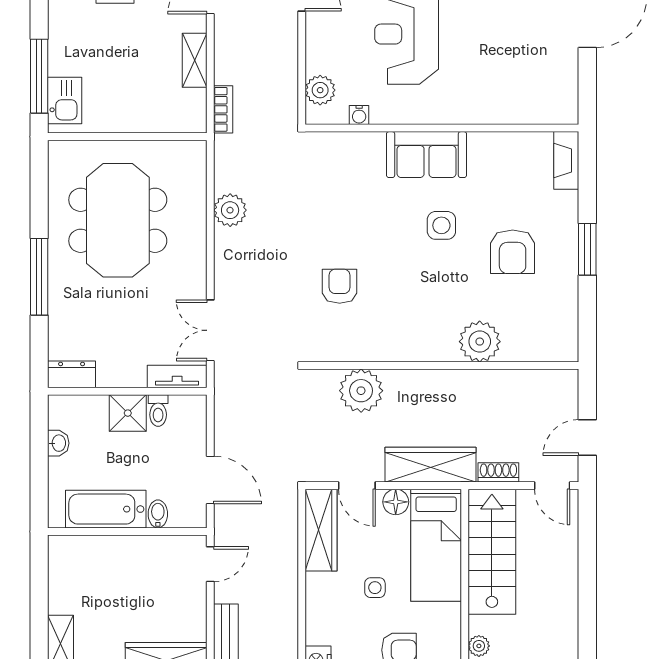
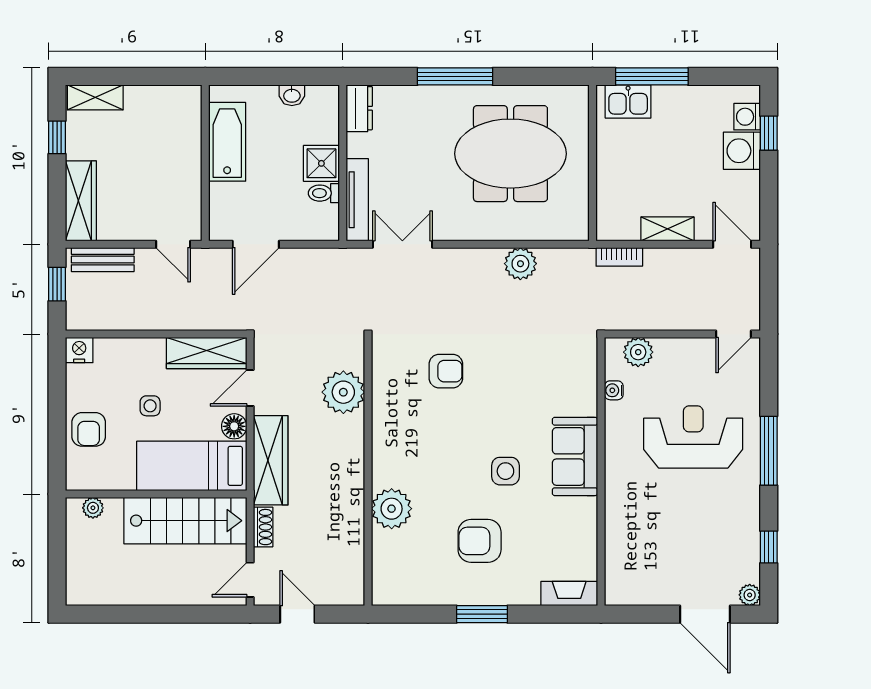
tv unit: (177, 376) -> (357, 200), width x1.41
bidet: (158, 514) -> (222, 193), removed

